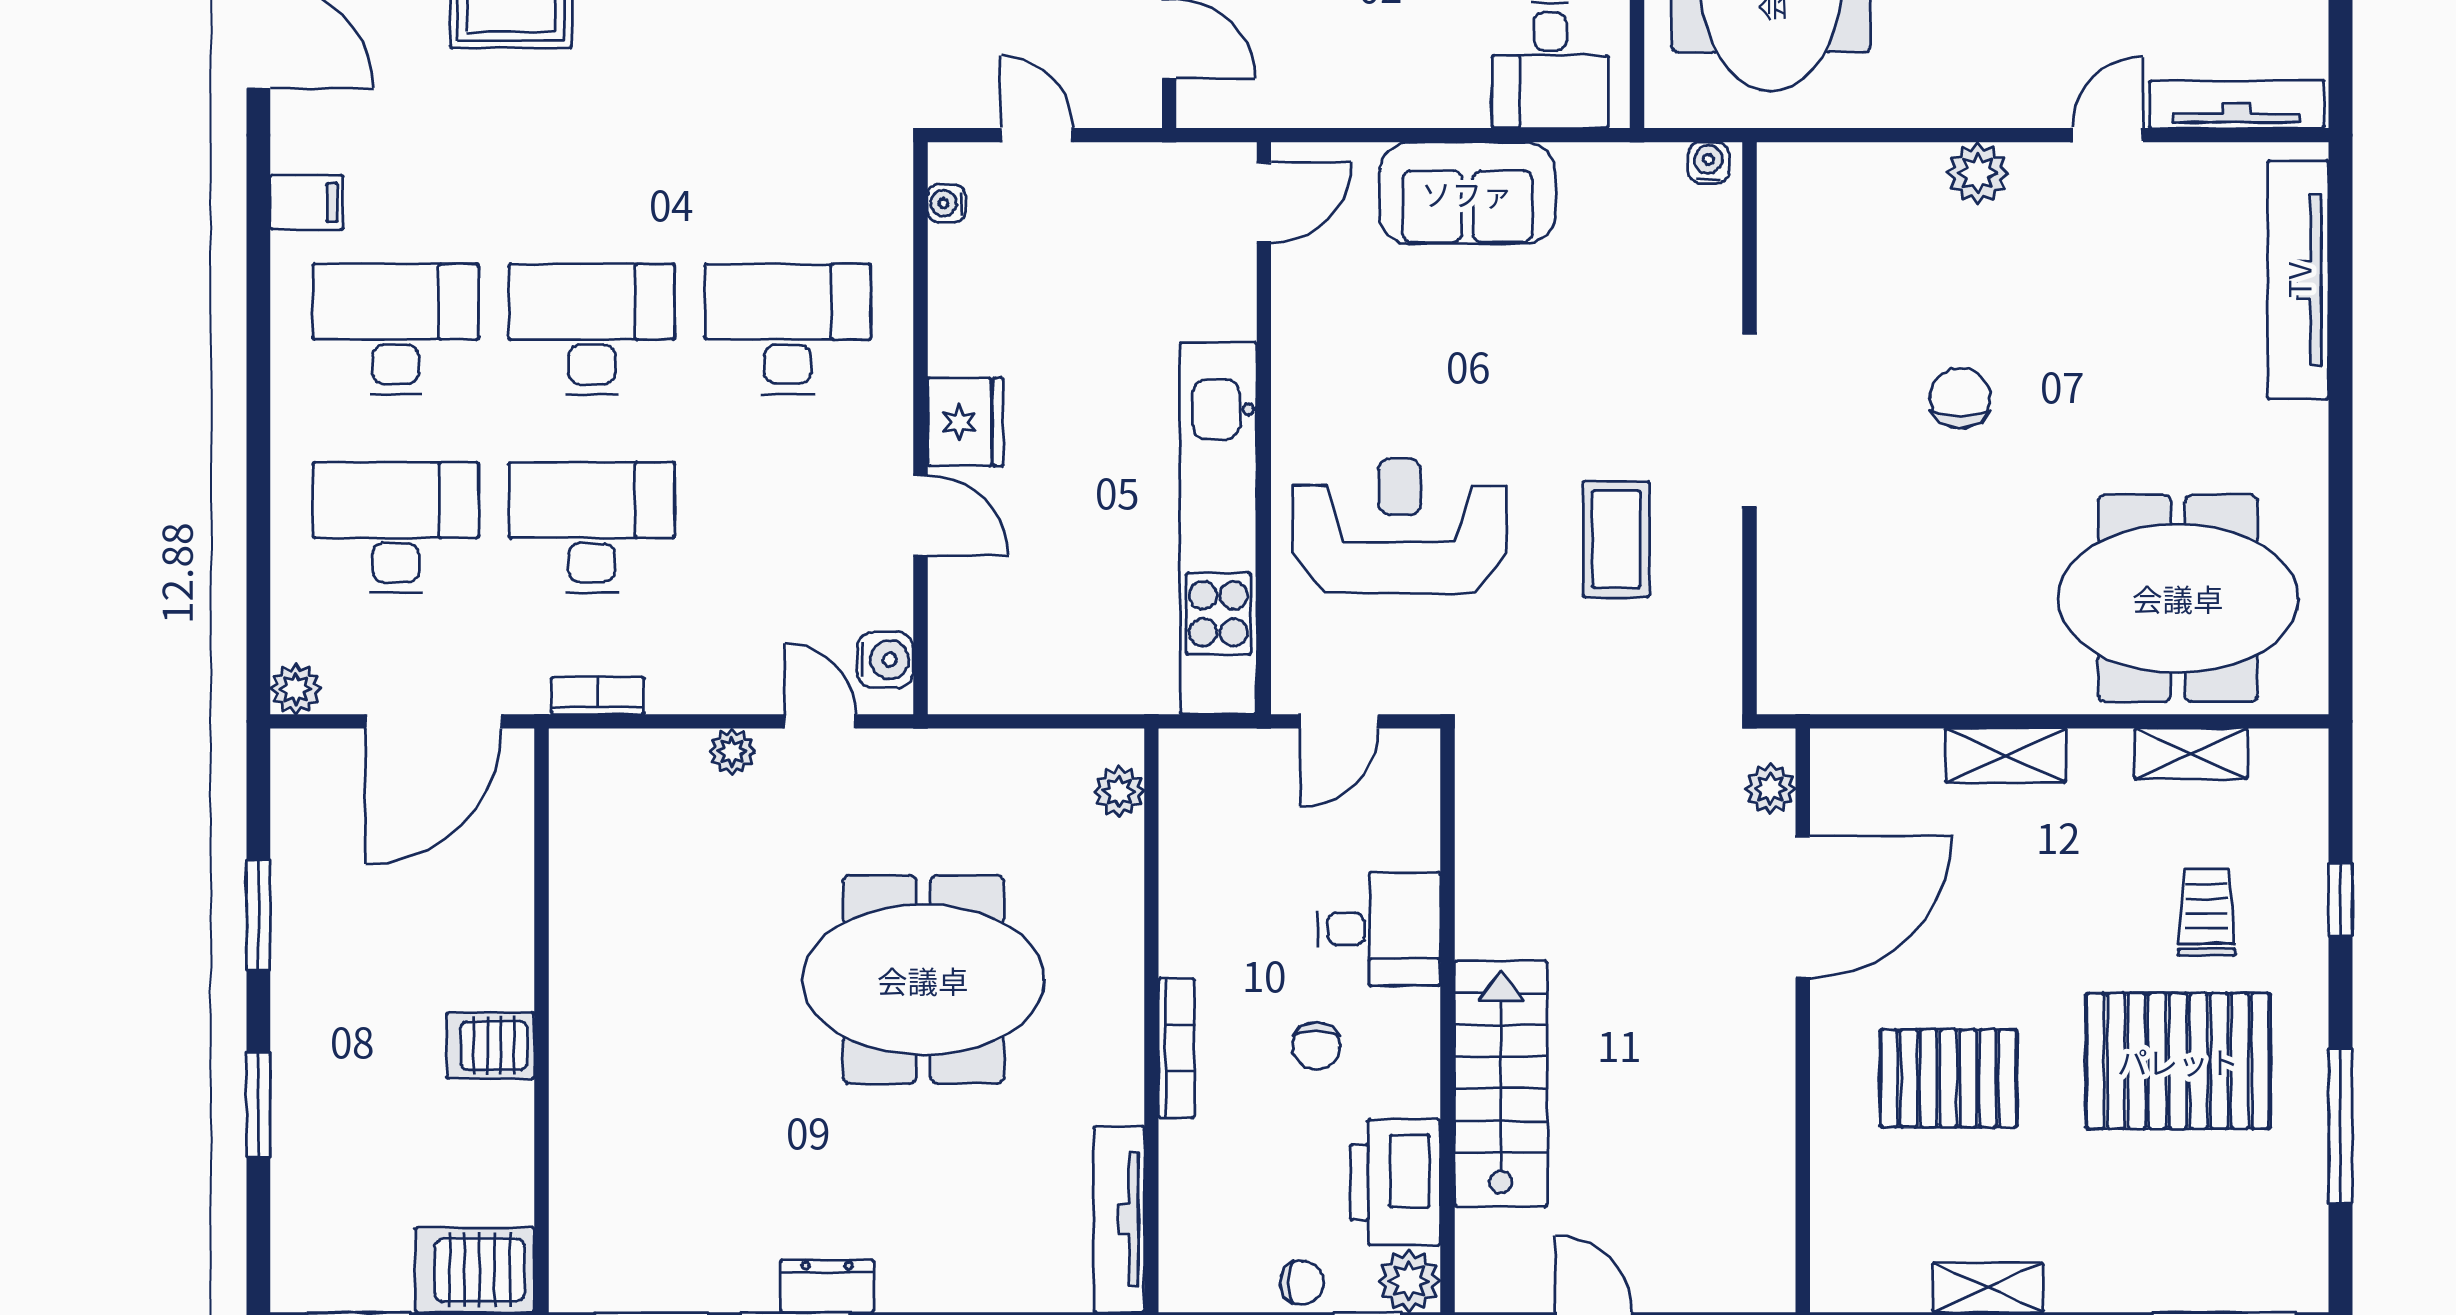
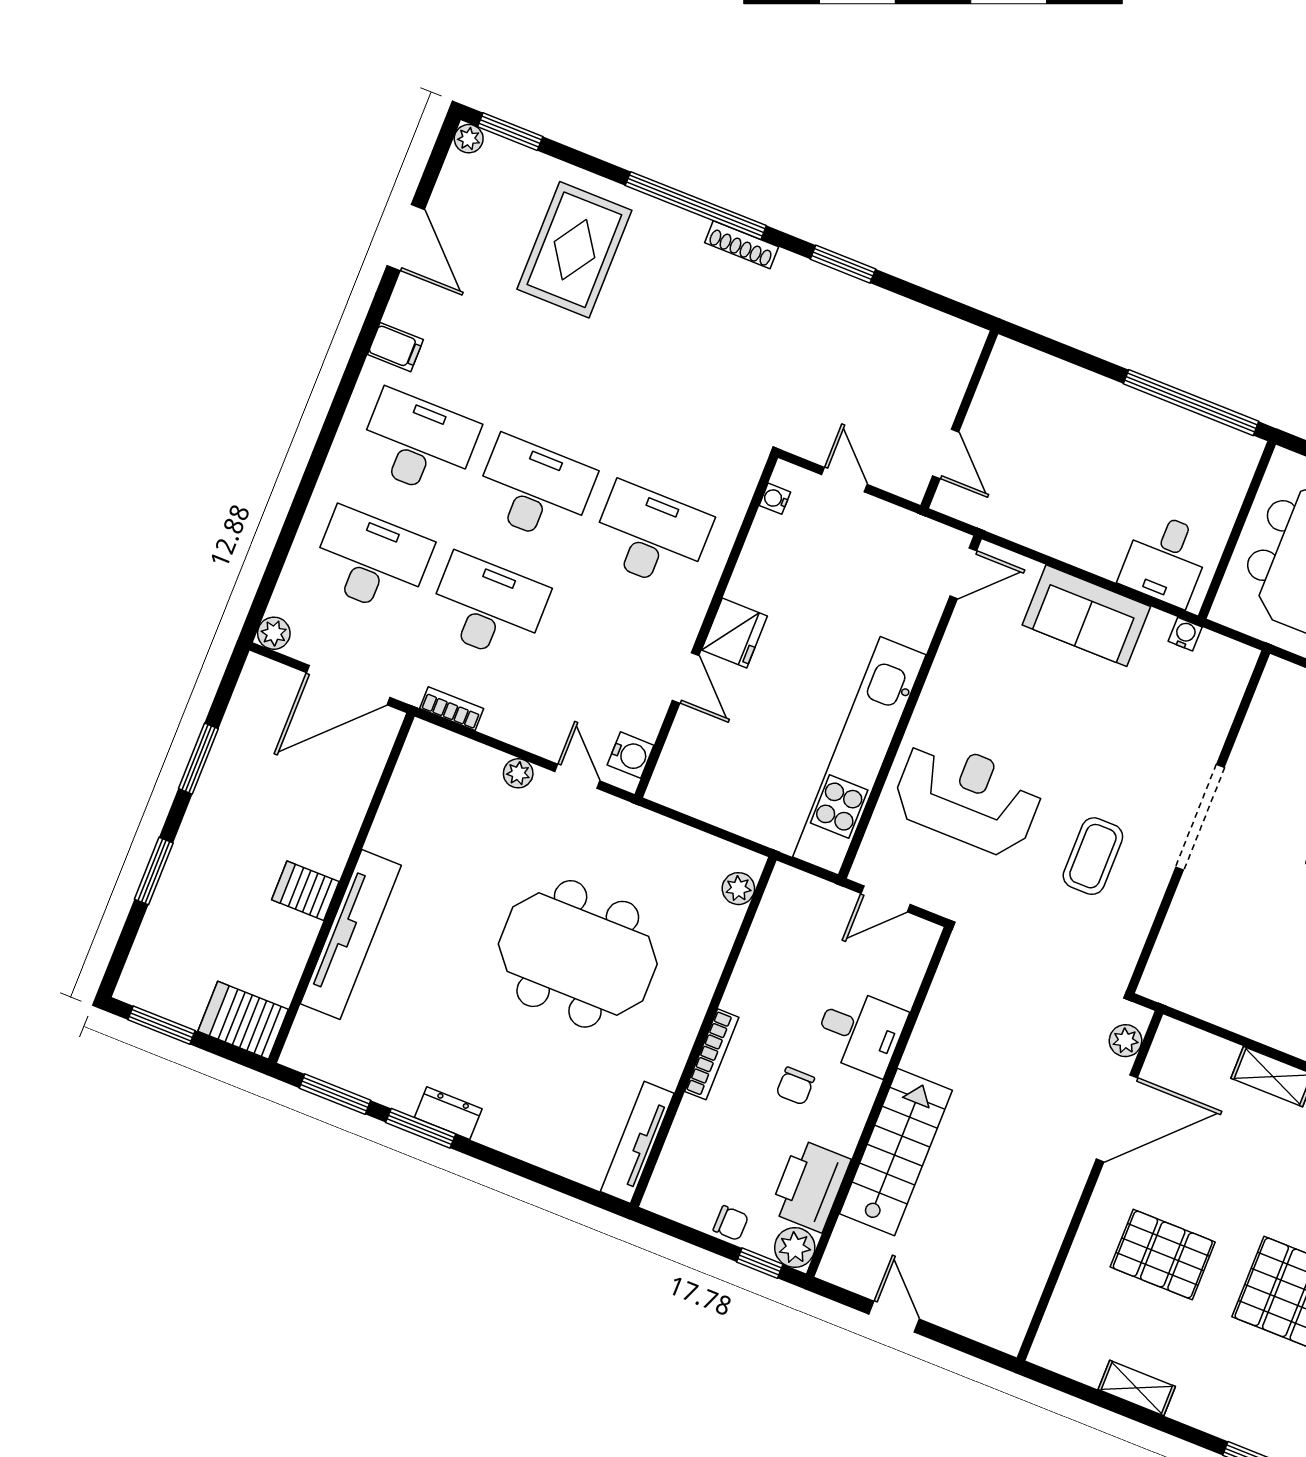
water cooler: (1708, 163) -> (1185, 634), moved
tv unit: (582, 1083) -> (351, 934), added

